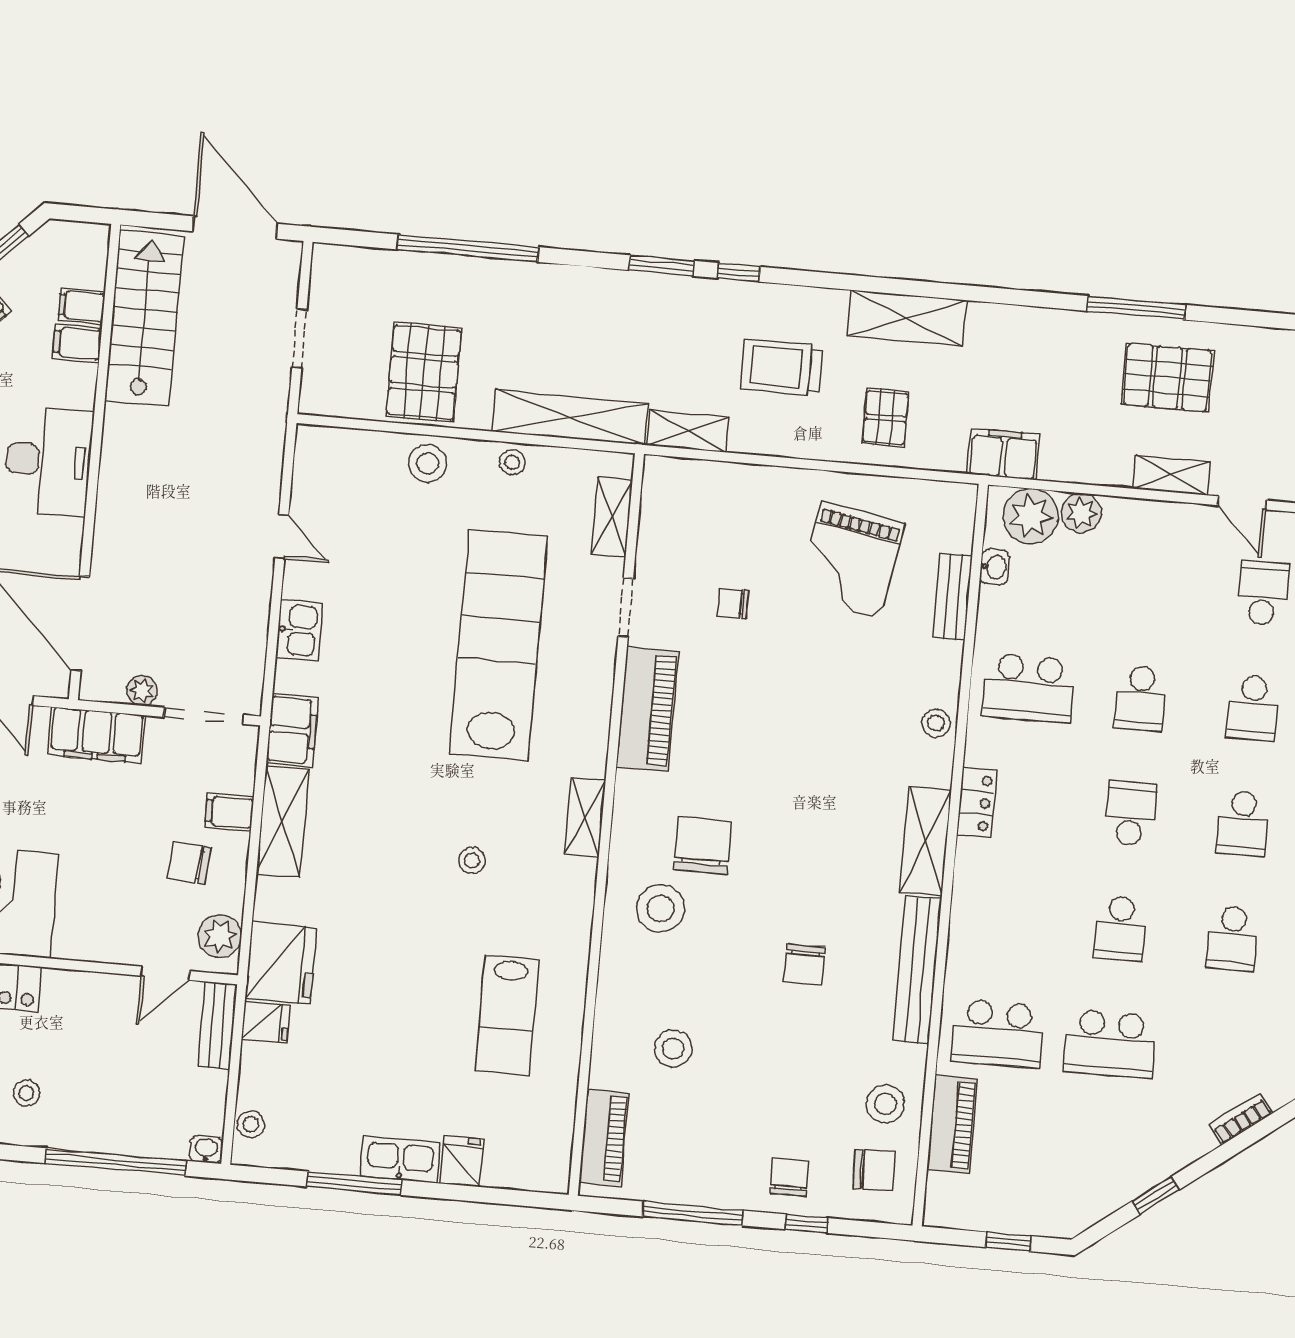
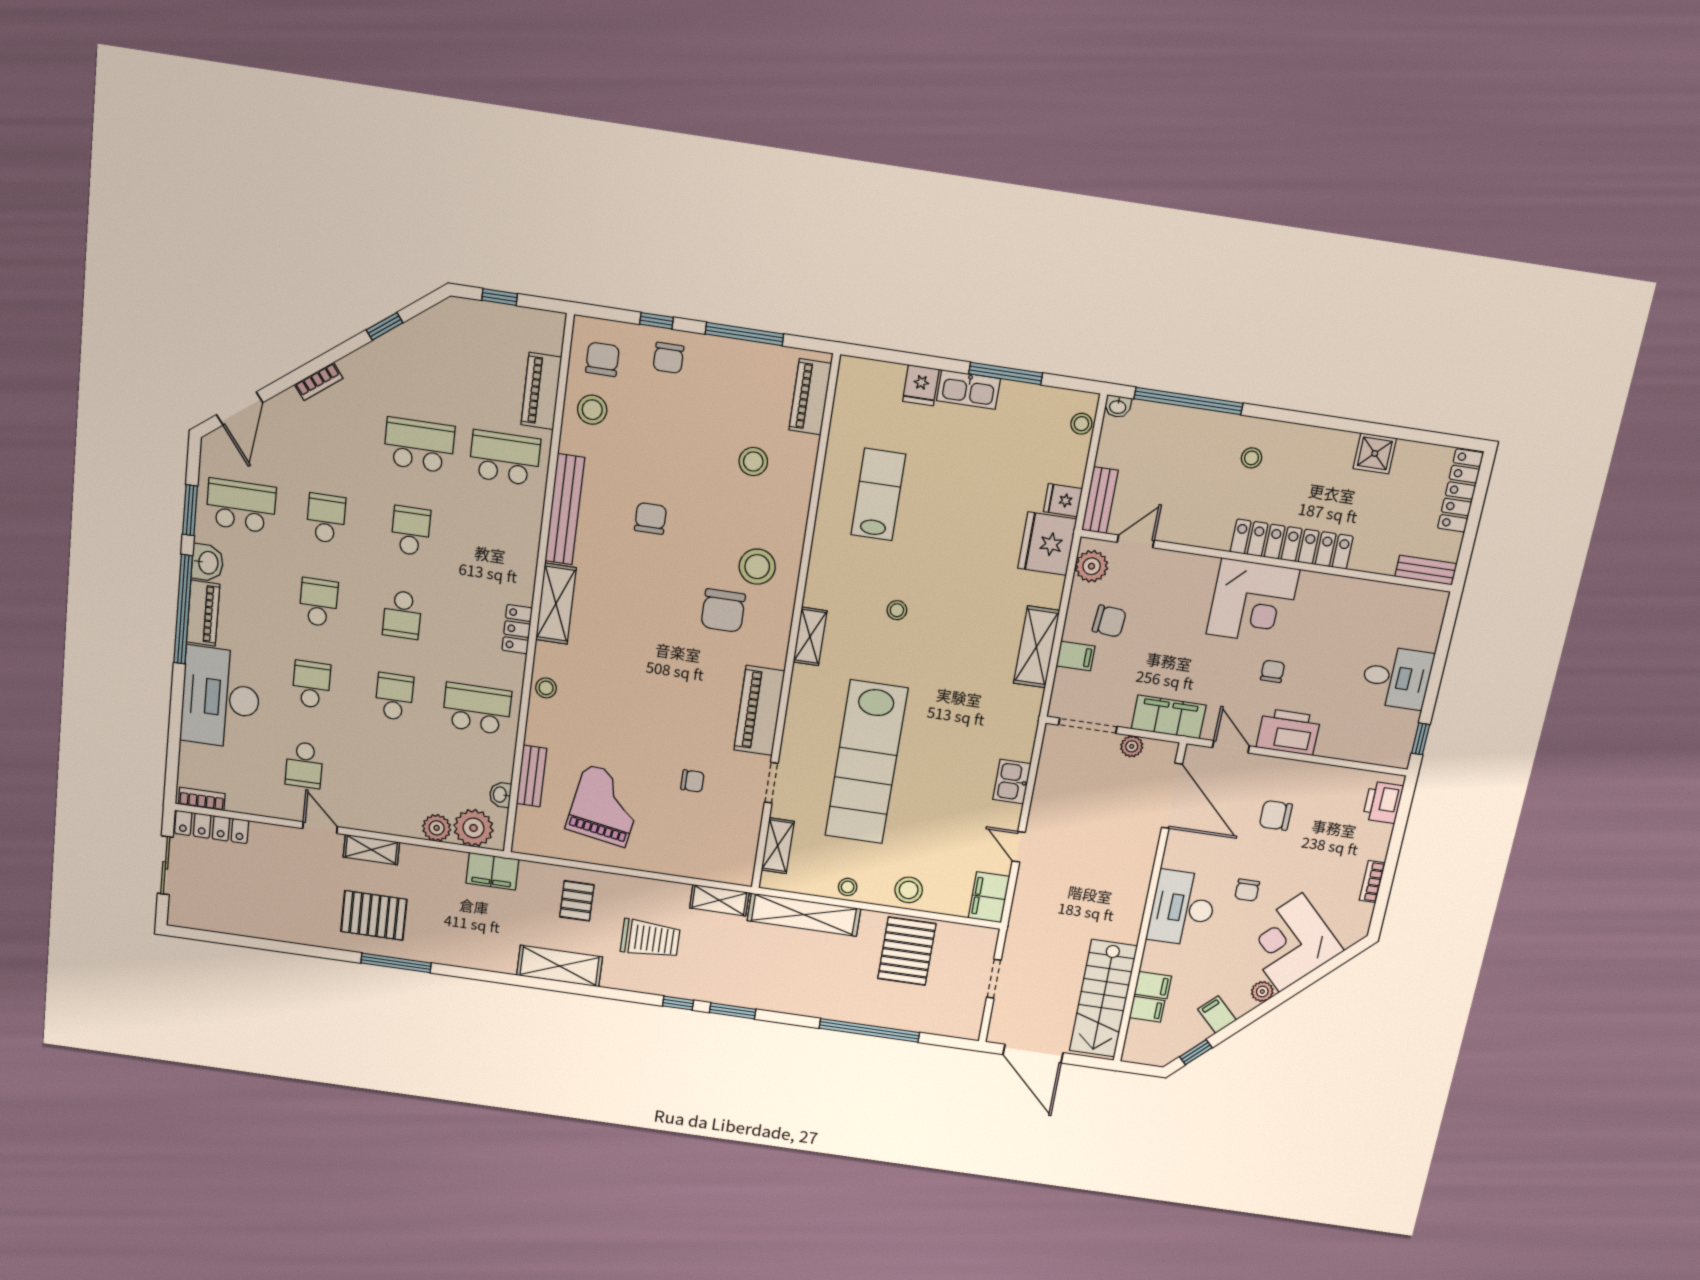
filing cabinet: (292, 730) -> (989, 897), moved
chair: (874, 1170) -> (602, 359), turned 92

